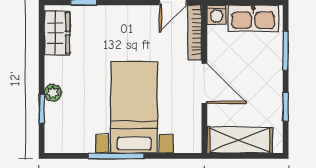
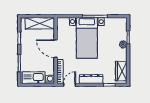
dresser: (125, 15) -> (91, 79), added

